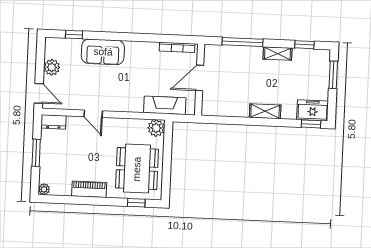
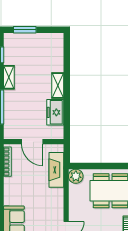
freezer: (313, 110) -> (55, 112), moved
window: (311, 124) -> (67, 47), removed

